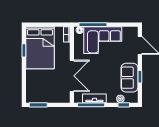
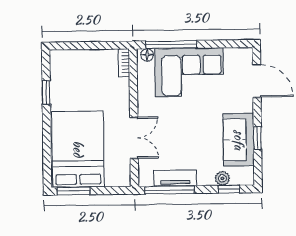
bed: (40, 48) -> (78, 149), moved, turned 180
double door: (72, 76) -> (134, 138), width x0.73

